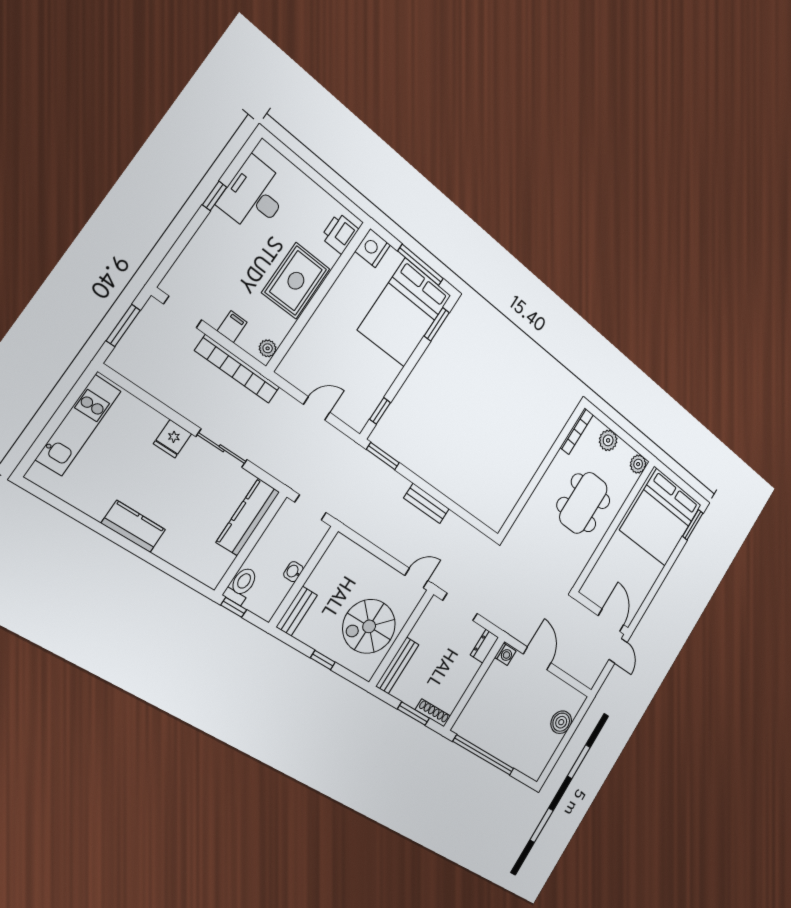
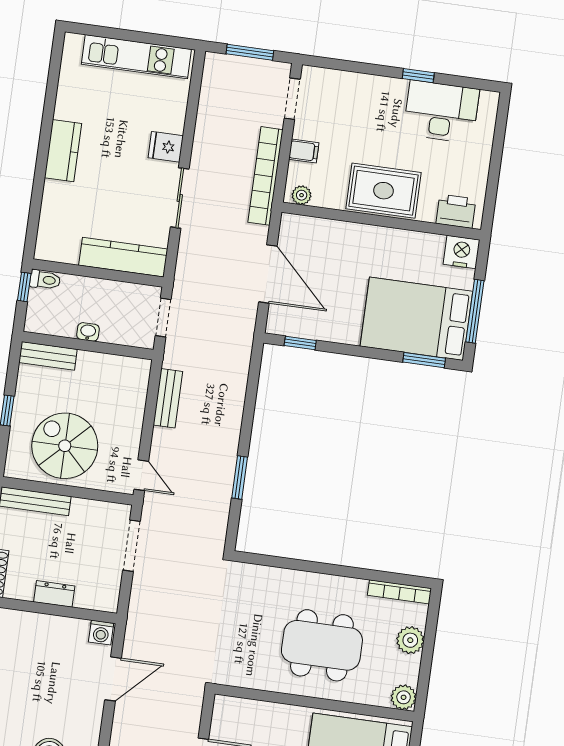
door: (317, 408) -> (268, 274), width x1.88
window: (383, 456) -> (240, 477), moved
bench: (427, 503) -> (168, 398), moved
toilet: (241, 585) -> (45, 280), width x0.73, depth x0.72
dresser: (484, 646) -> (54, 594), moved

